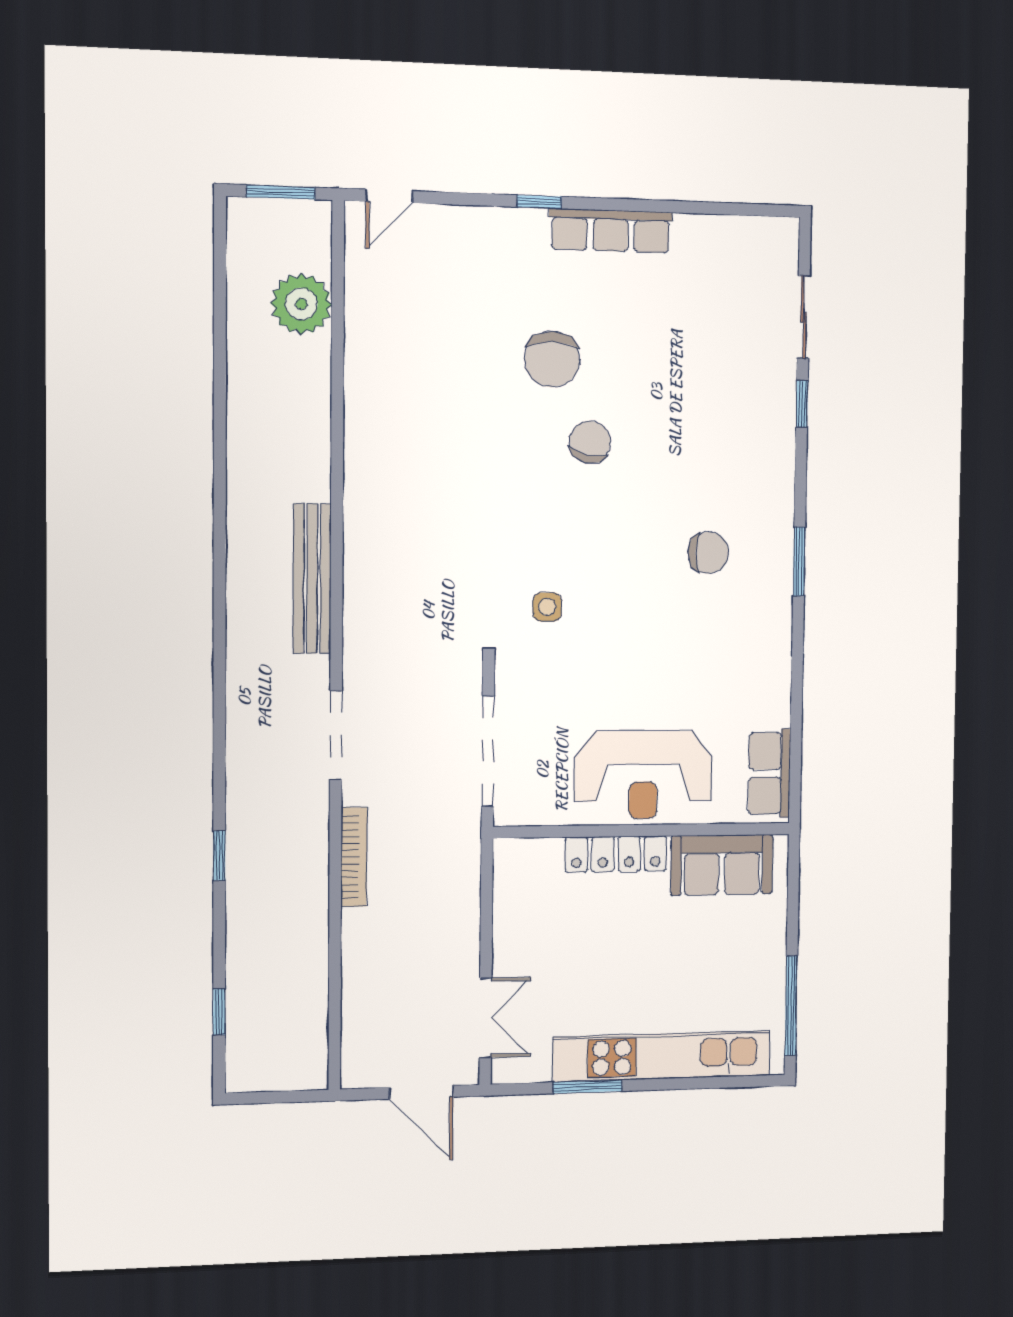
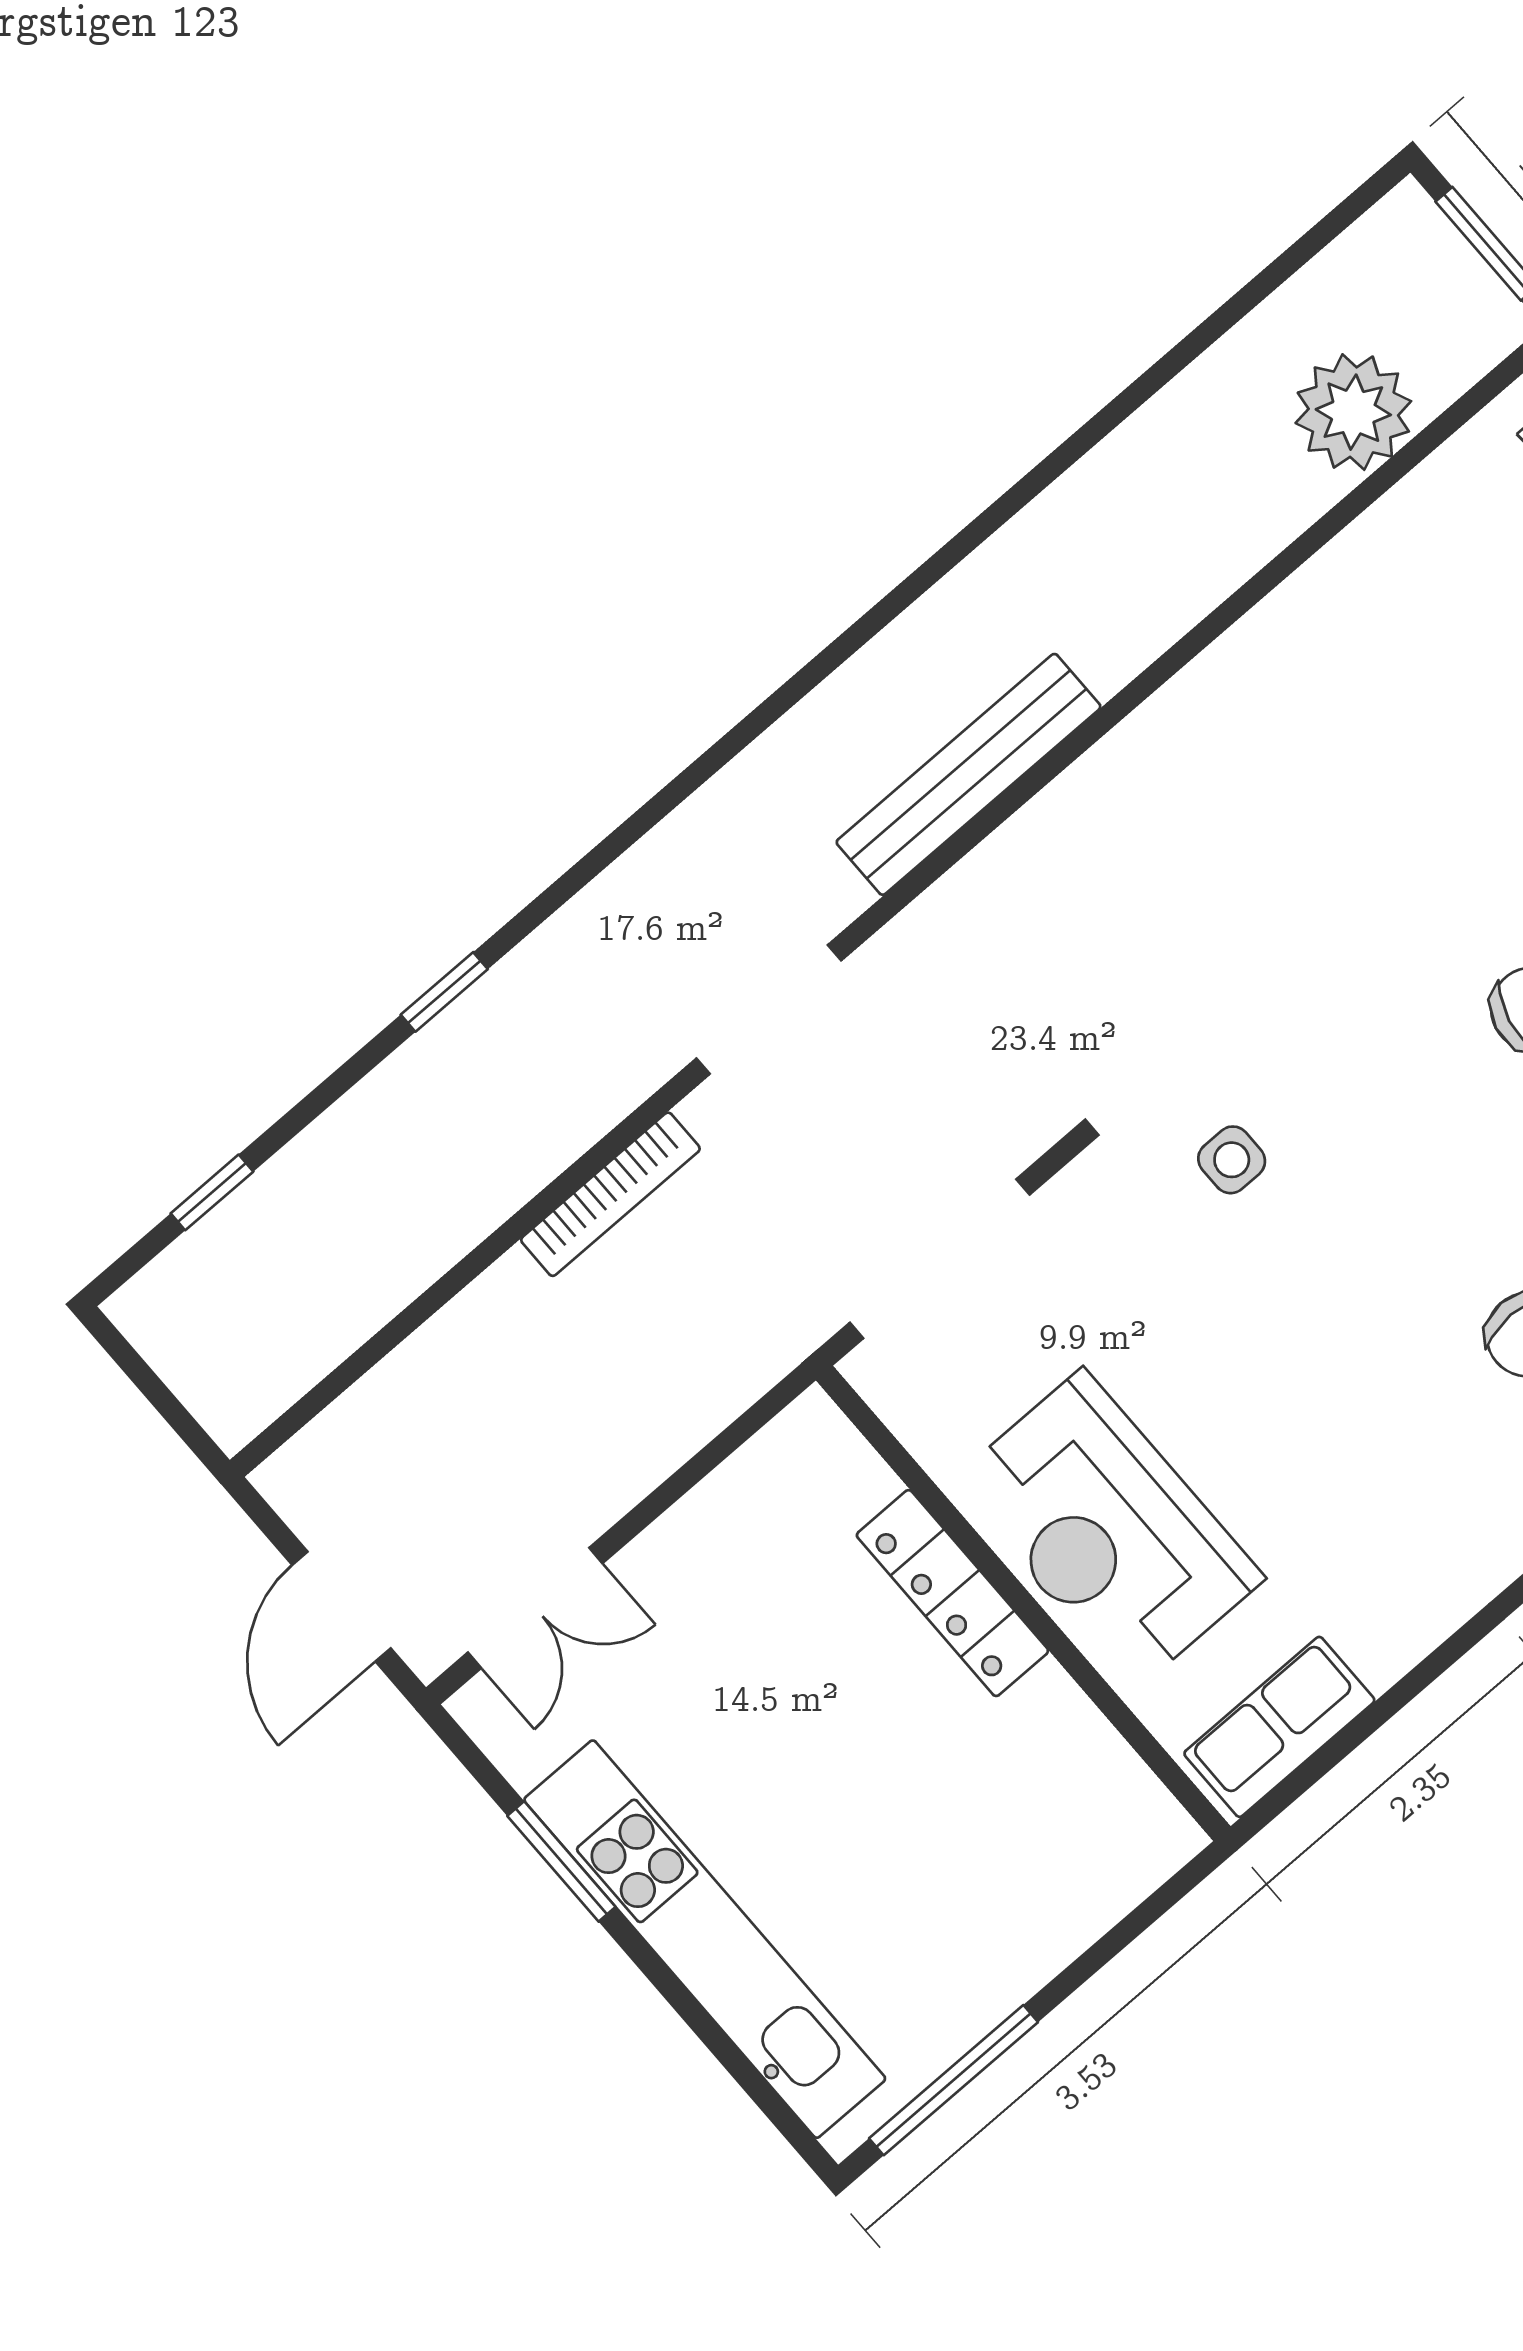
sofa: (722, 865) -> (1076, 1775), removed

